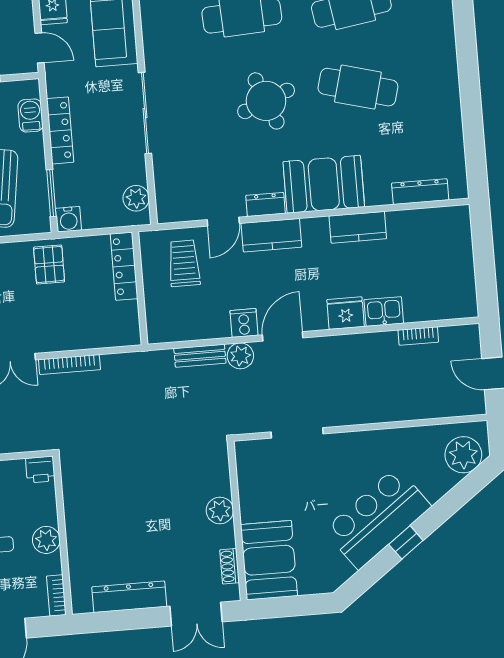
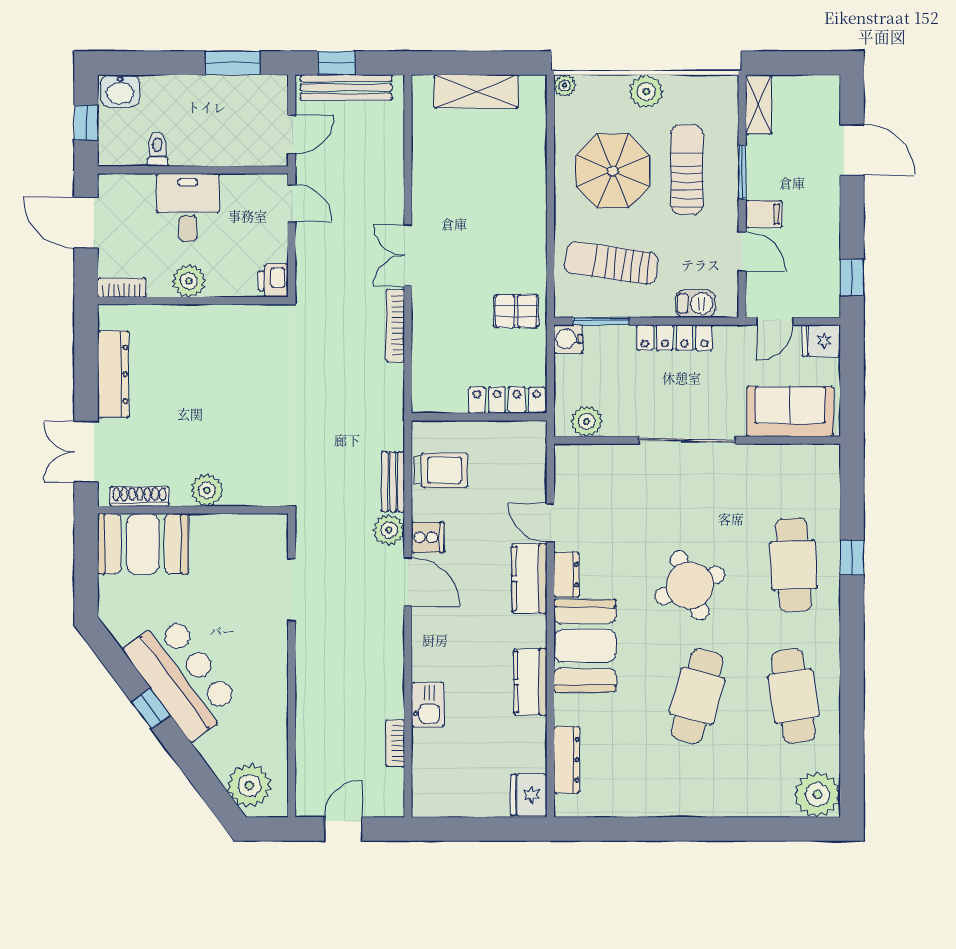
trolley: (184, 263) -> (441, 470), moved
fridge: (346, 313) -> (529, 795), moved, turned 180
shoe rack: (230, 566) -> (140, 496), width x1.43

